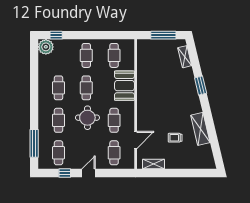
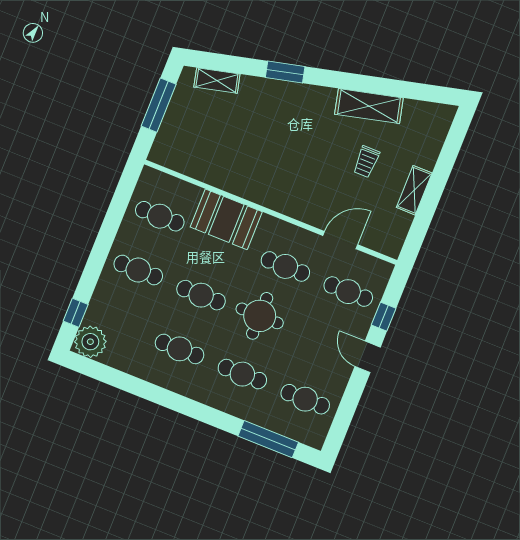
door: (136, 140) -> (340, 240), hinge flipped
shelving: (154, 164) -> (414, 190), moved
window: (65, 173) -> (384, 317), moved

